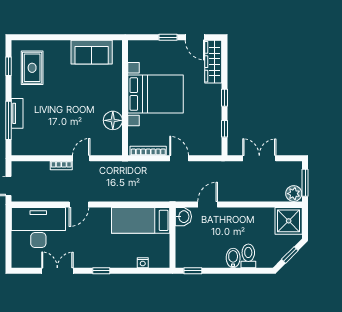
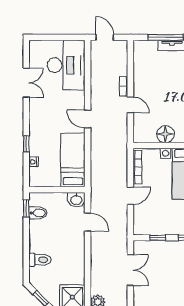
door: (79, 204) -> (88, 119), moved
bidet: (233, 258) -> (38, 213), moved
window: (101, 271) -> (26, 144), moved

